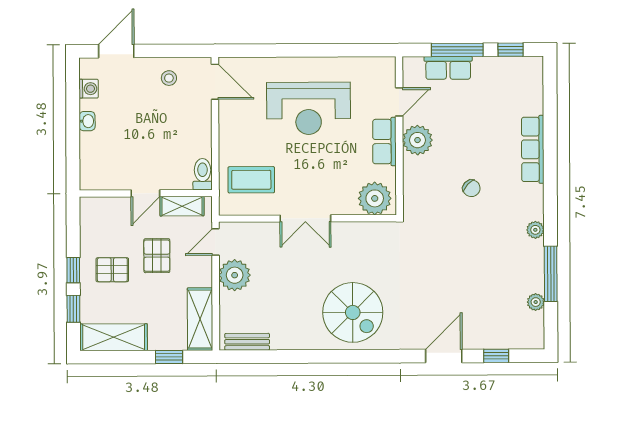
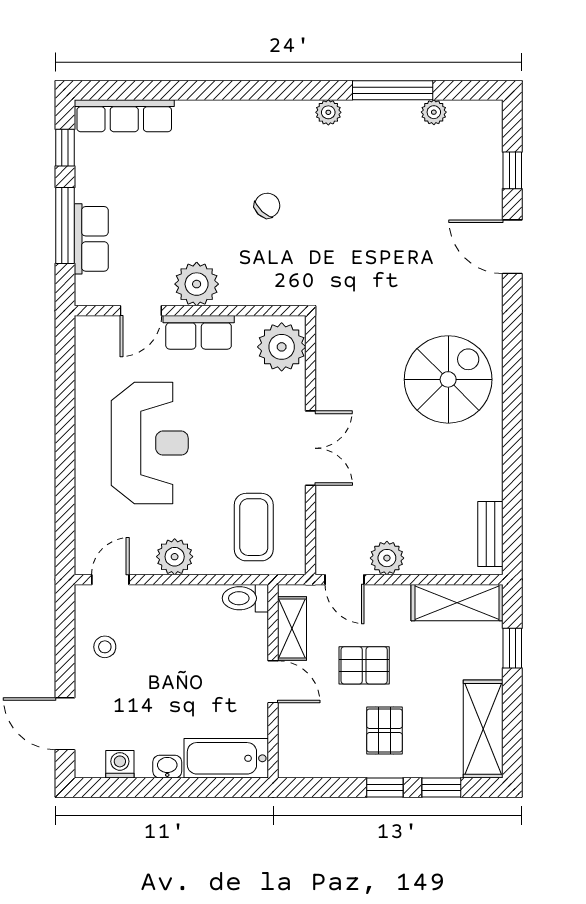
door: (215, 82) -> (110, 580), width x0.73
door: (399, 102) -> (141, 311), swing flipped
plant: (231, 126) -> (175, 557), added
row of seats: (533, 149) -> (124, 116), moved
bathtub: (93, 161) -> (226, 758), added
plant: (235, 275) -> (387, 558), width x0.73, depth x0.73

